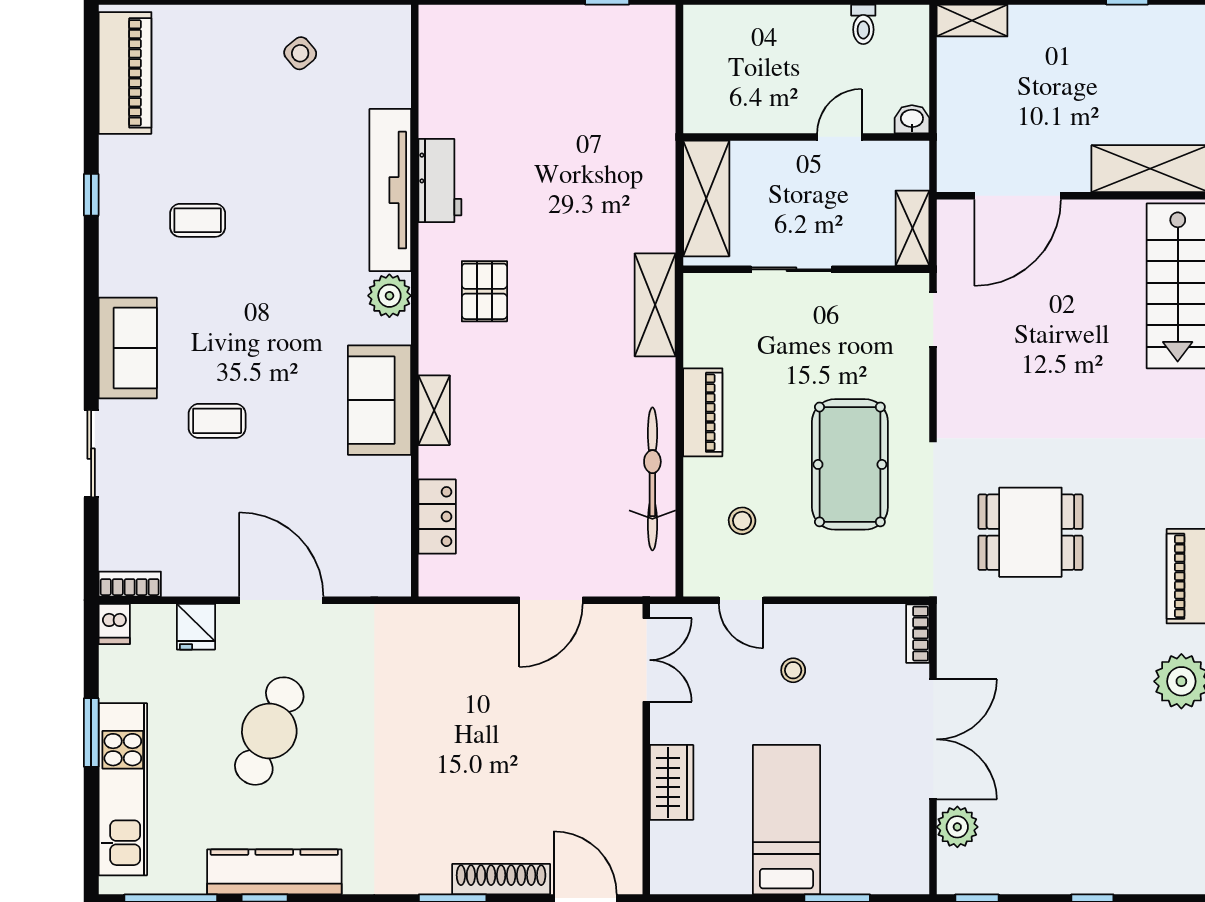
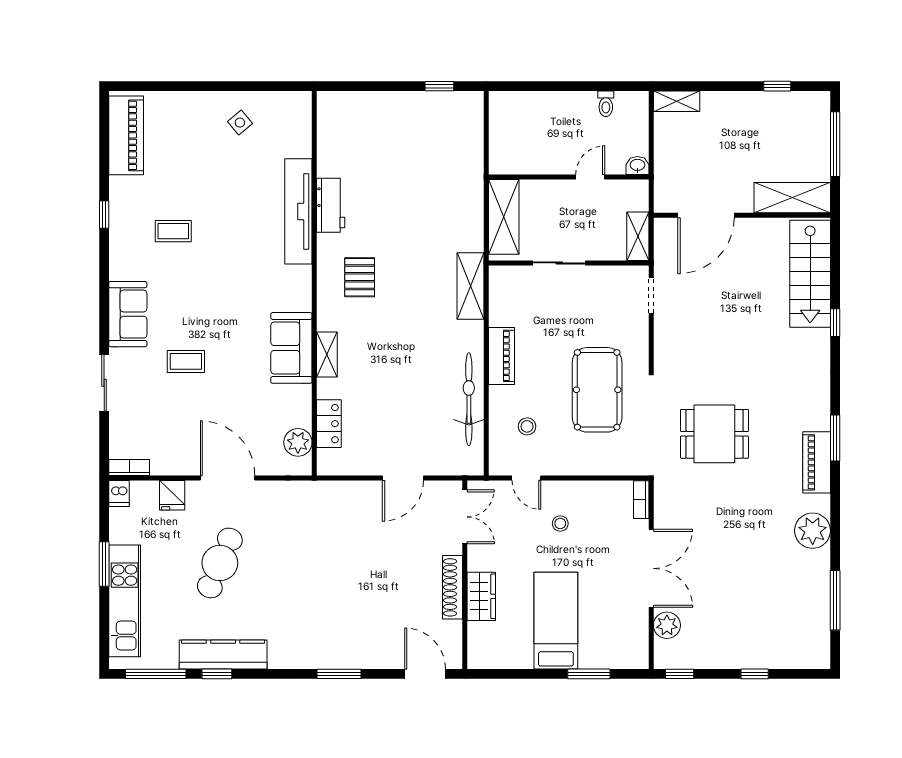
plant: (389, 296) -> (298, 442), moved
shoe rack: (501, 879) -> (453, 587), moved, turned -90

